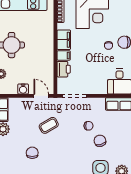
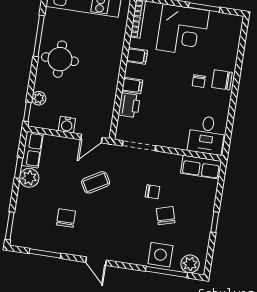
filing cabinet: (64, 40) -> (137, 56), width x0.50
door: (41, 96) -> (91, 138), swing flipped

